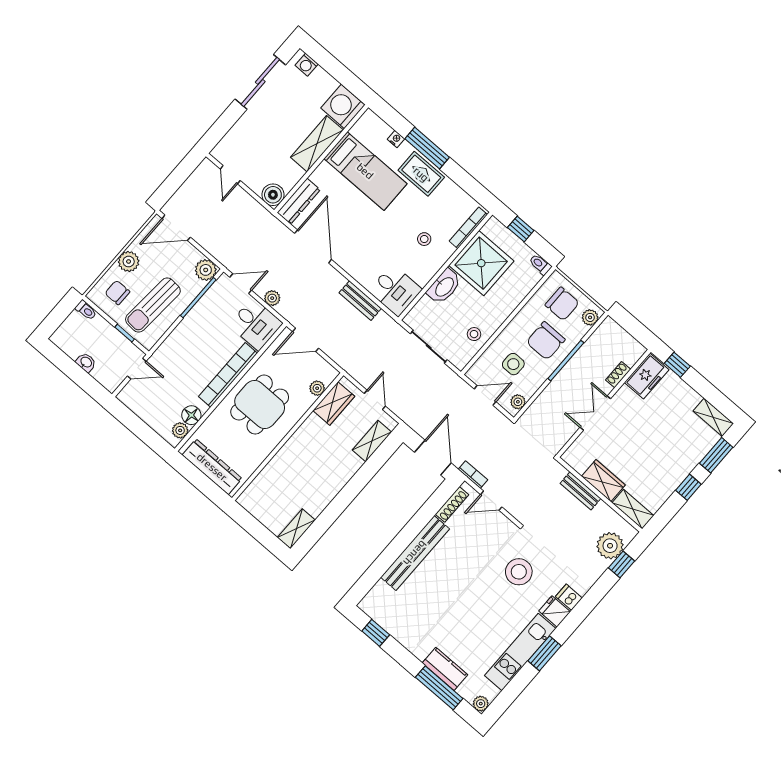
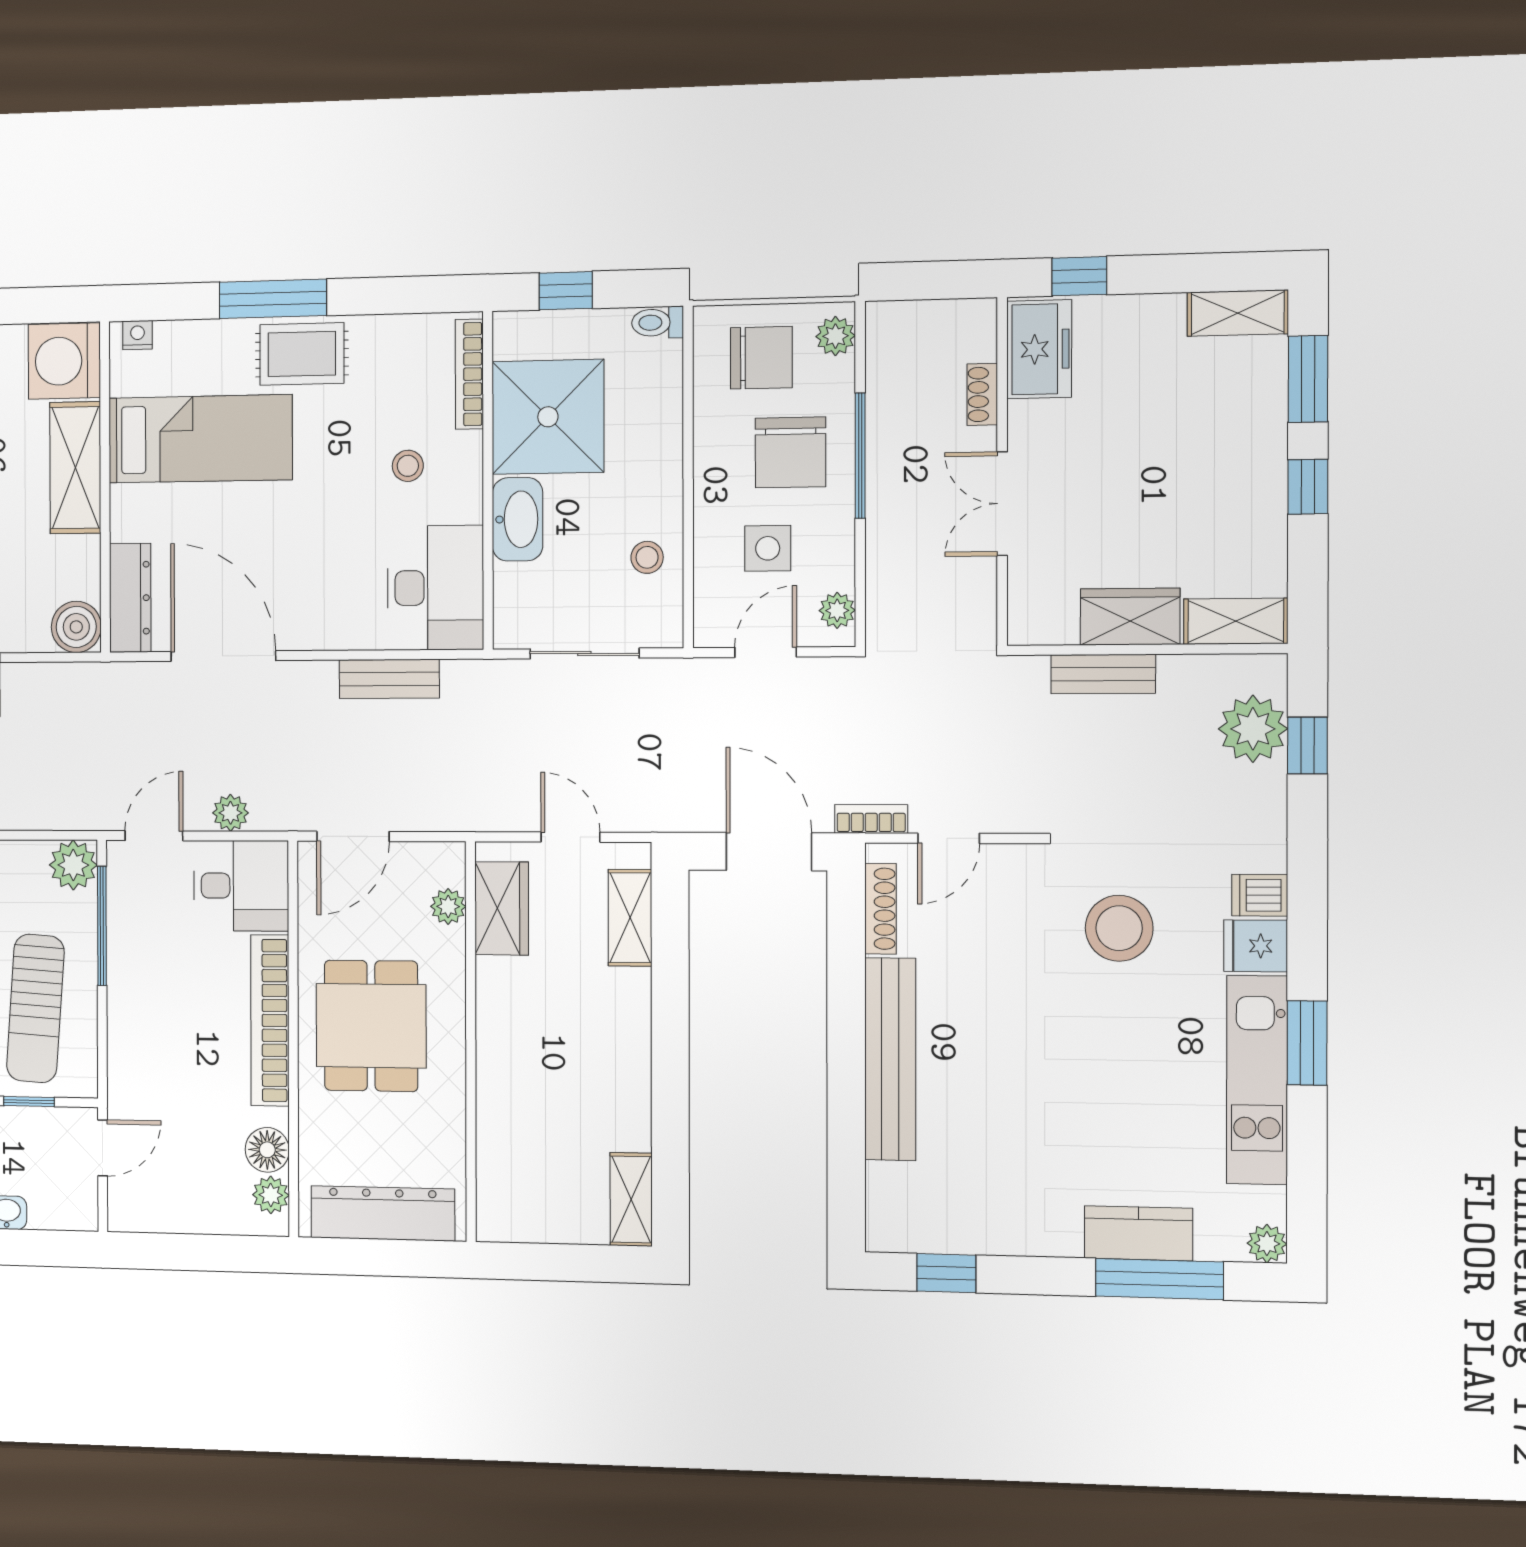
nightstand: (396, 139) -> (137, 335), moved
desk: (395, 290) -> (435, 588), width x1.37

